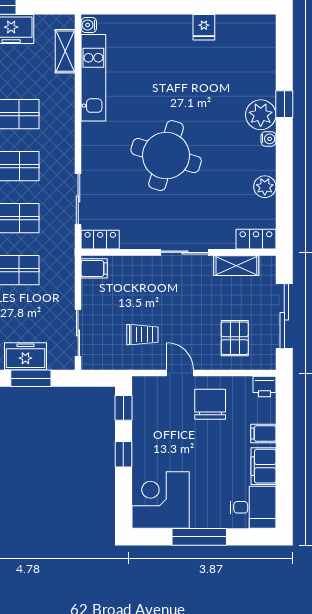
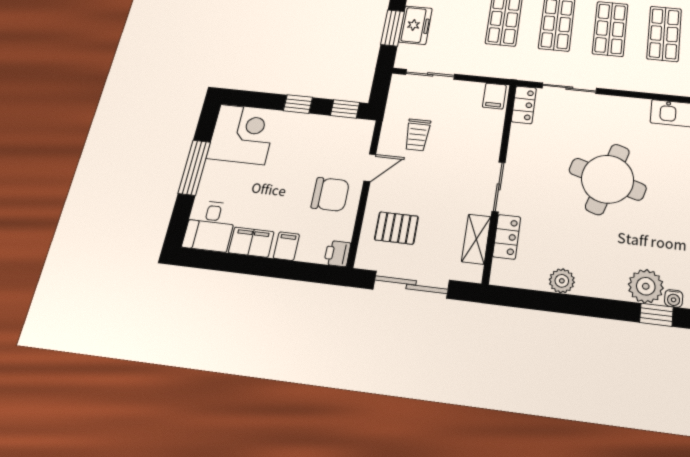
water cooler: (268, 139) -> (674, 298), moved
locker: (256, 239) -> (507, 237), moved

